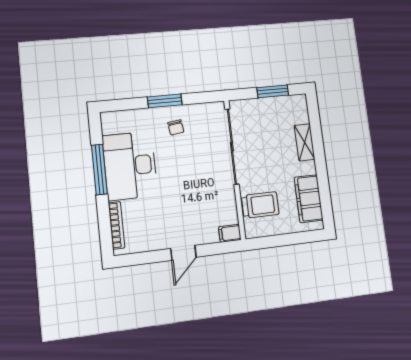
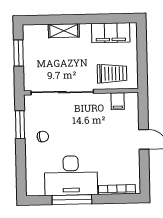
window: (165, 101) -> (20, 125), moved
trolley: (260, 205) -> (112, 74), turned 90
filing cabinet: (230, 233) -> (118, 101), moved

